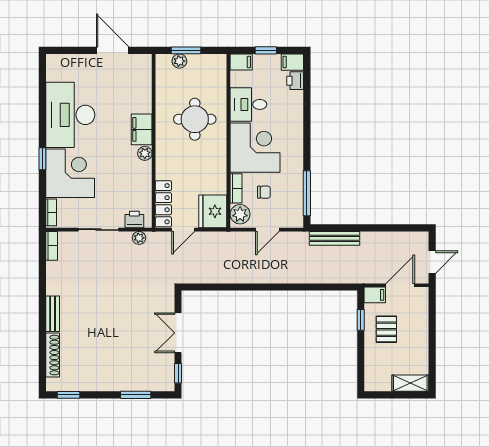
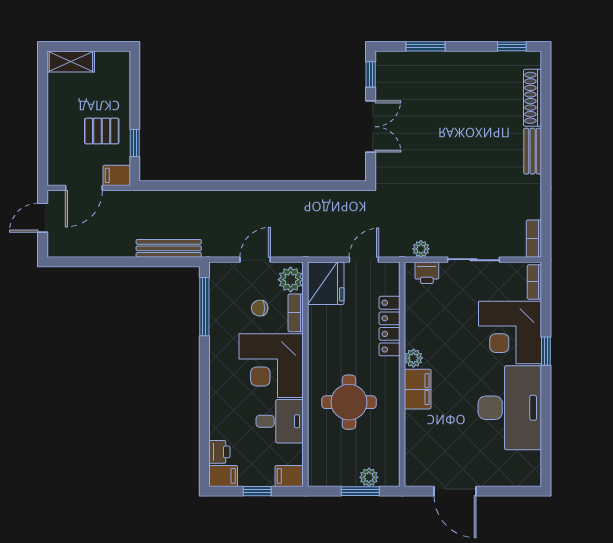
locker: (163, 204) -> (389, 326), moved
pallet: (386, 329) -> (102, 131), turned 90

